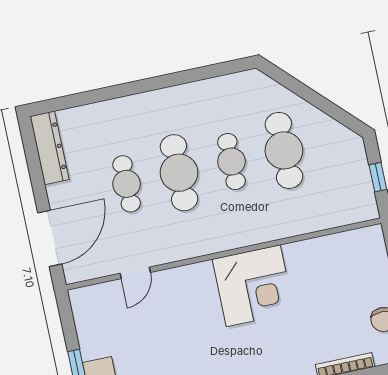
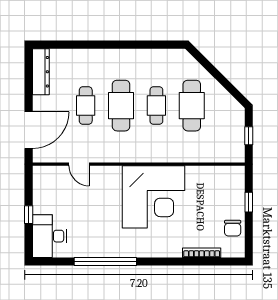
door: (135, 273) -> (79, 164), hinge flipped
corner desk: (253, 286) -> (153, 197), width x1.36, depth x1.36

